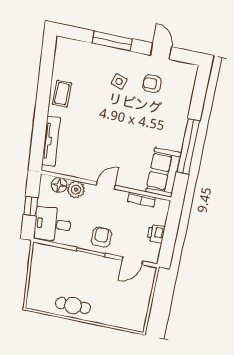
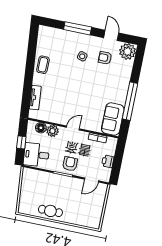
plant: (185, 74) -> (128, 51), added
tv unit: (51, 141) -> (35, 98), width x0.71

